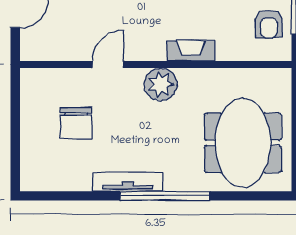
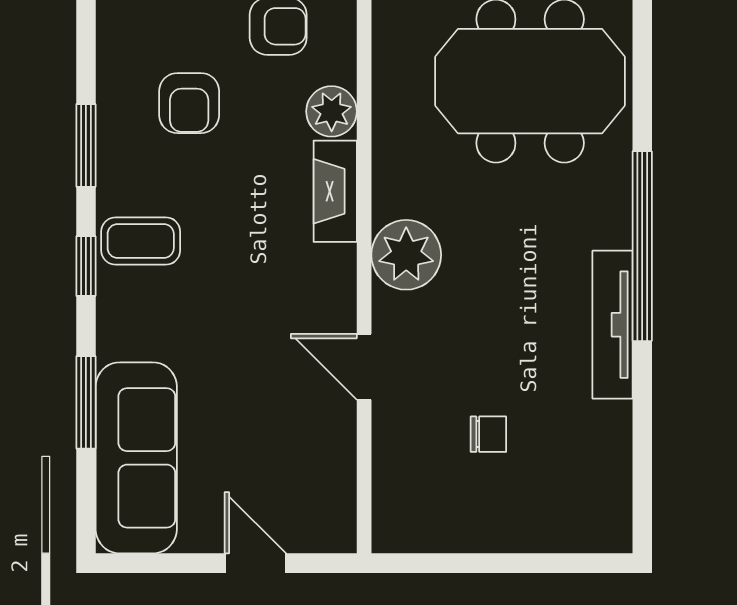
plant: (229, 49) -> (332, 111), added
chair: (76, 123) -> (488, 434), width x0.54, depth x0.54

